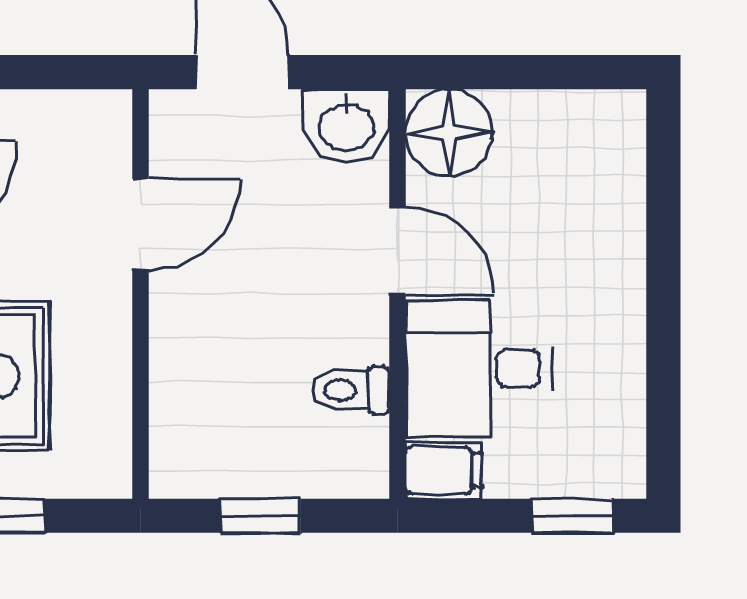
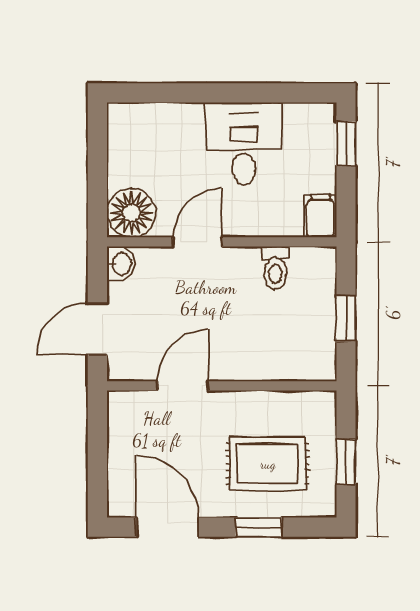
washbasin: (346, 126) -> (121, 264), width x0.72, depth x0.69
door: (141, 225) -> (183, 386), hinge flipped
desk: (479, 368) -> (244, 143), moved, turned 180

